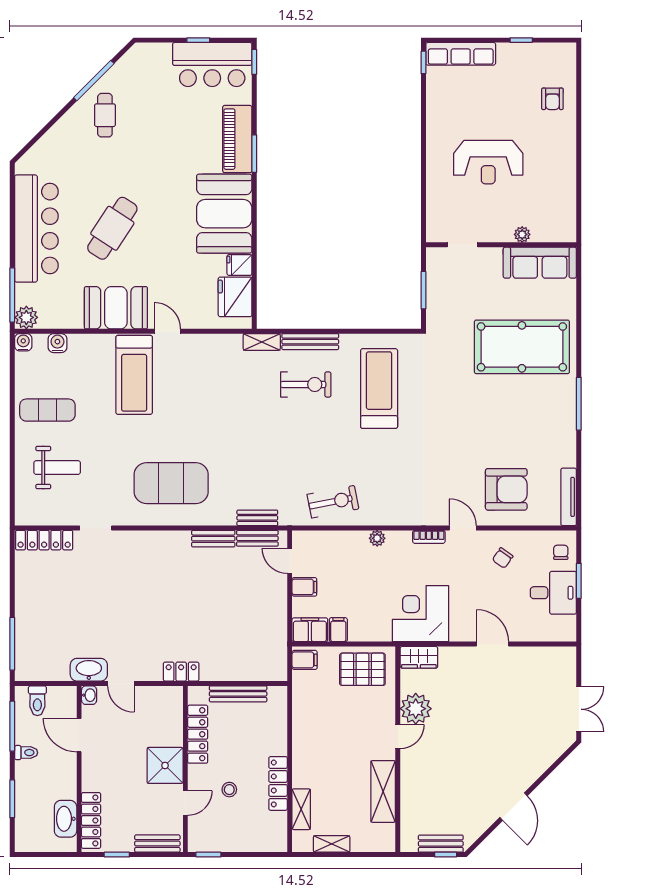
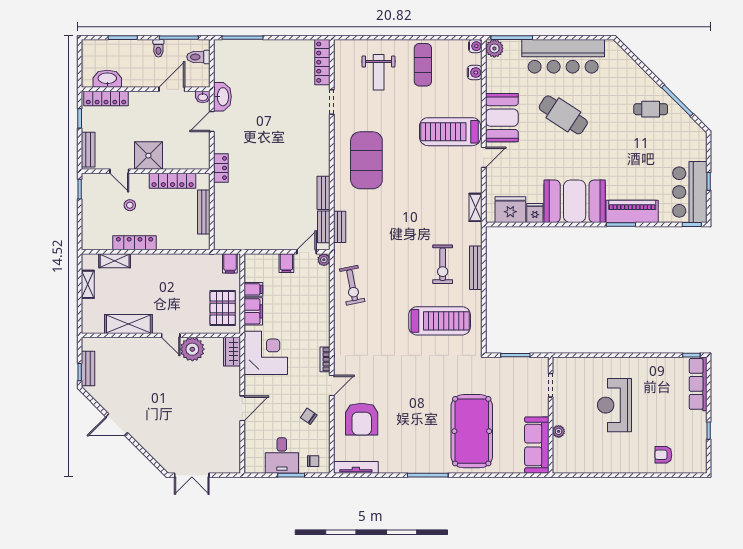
shelving: (262, 342) -> (475, 207), moved
plant: (377, 538) -> (324, 260), moved
filing cabinet: (310, 630) -> (253, 311), moved

